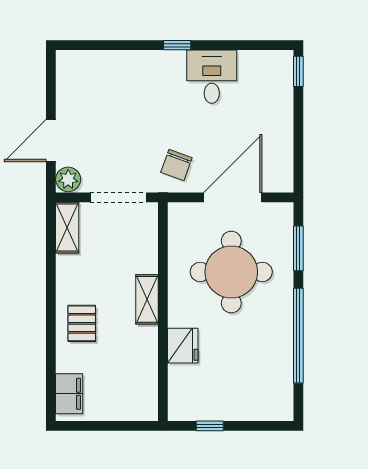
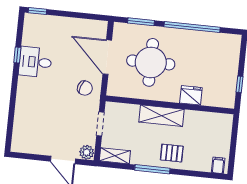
window: (177, 45) -> (17, 55), moved
doorway: (118, 197) -> (100, 124), width x0.73
window: (51, 293) -> (152, 169), added
shelving: (147, 299) -> (161, 116), width x1.50, depth x1.33
filing cabinet: (69, 394) -> (218, 165), width x0.50

